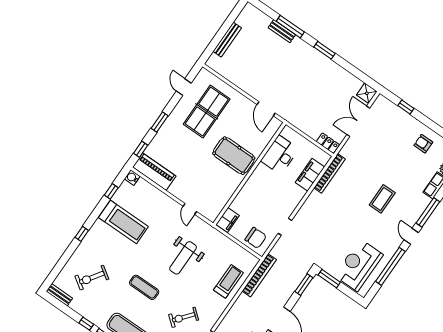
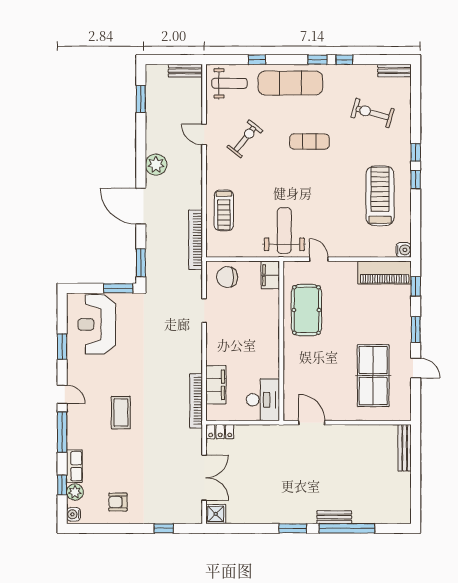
window: (290, 27) -> (347, 528), width x1.46
bench: (282, 31) -> (334, 517), moved
bench: (227, 40) -> (405, 448), moved
door: (184, 87) -> (416, 368), moved
armchair: (423, 144) -> (118, 502), turned 180
desk: (280, 155) -> (263, 400), moved
pool table: (234, 156) -> (306, 310), moved, turned 90
window: (111, 191) -> (416, 180), moved
treadmill: (123, 222) -> (380, 196), turned 90
weight bench: (183, 258) -> (284, 230), moved
reception desk: (359, 265) -> (97, 324), turned 180
window: (390, 266) -> (62, 347), width x0.47
exercise bike: (92, 278) -> (372, 113), turned -108

